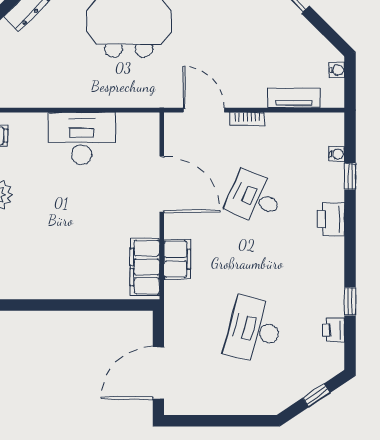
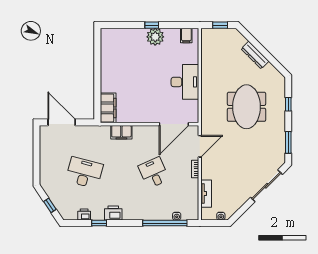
window: (350, 176) -> (165, 223), width x3.17
door: (162, 184) -> (174, 124), moved
desk: (254, 198) -> (154, 173), turned -48
printer: (331, 219) -> (113, 213), moved
filing cabinet: (145, 267) -> (108, 108), moved, turned 90

